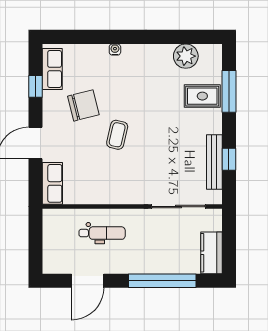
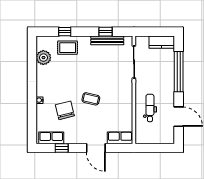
window: (229, 91) -> (65, 32), width x0.46
rug: (202, 96) -> (68, 48), turned 90
chair: (83, 105) -> (65, 110), moved

